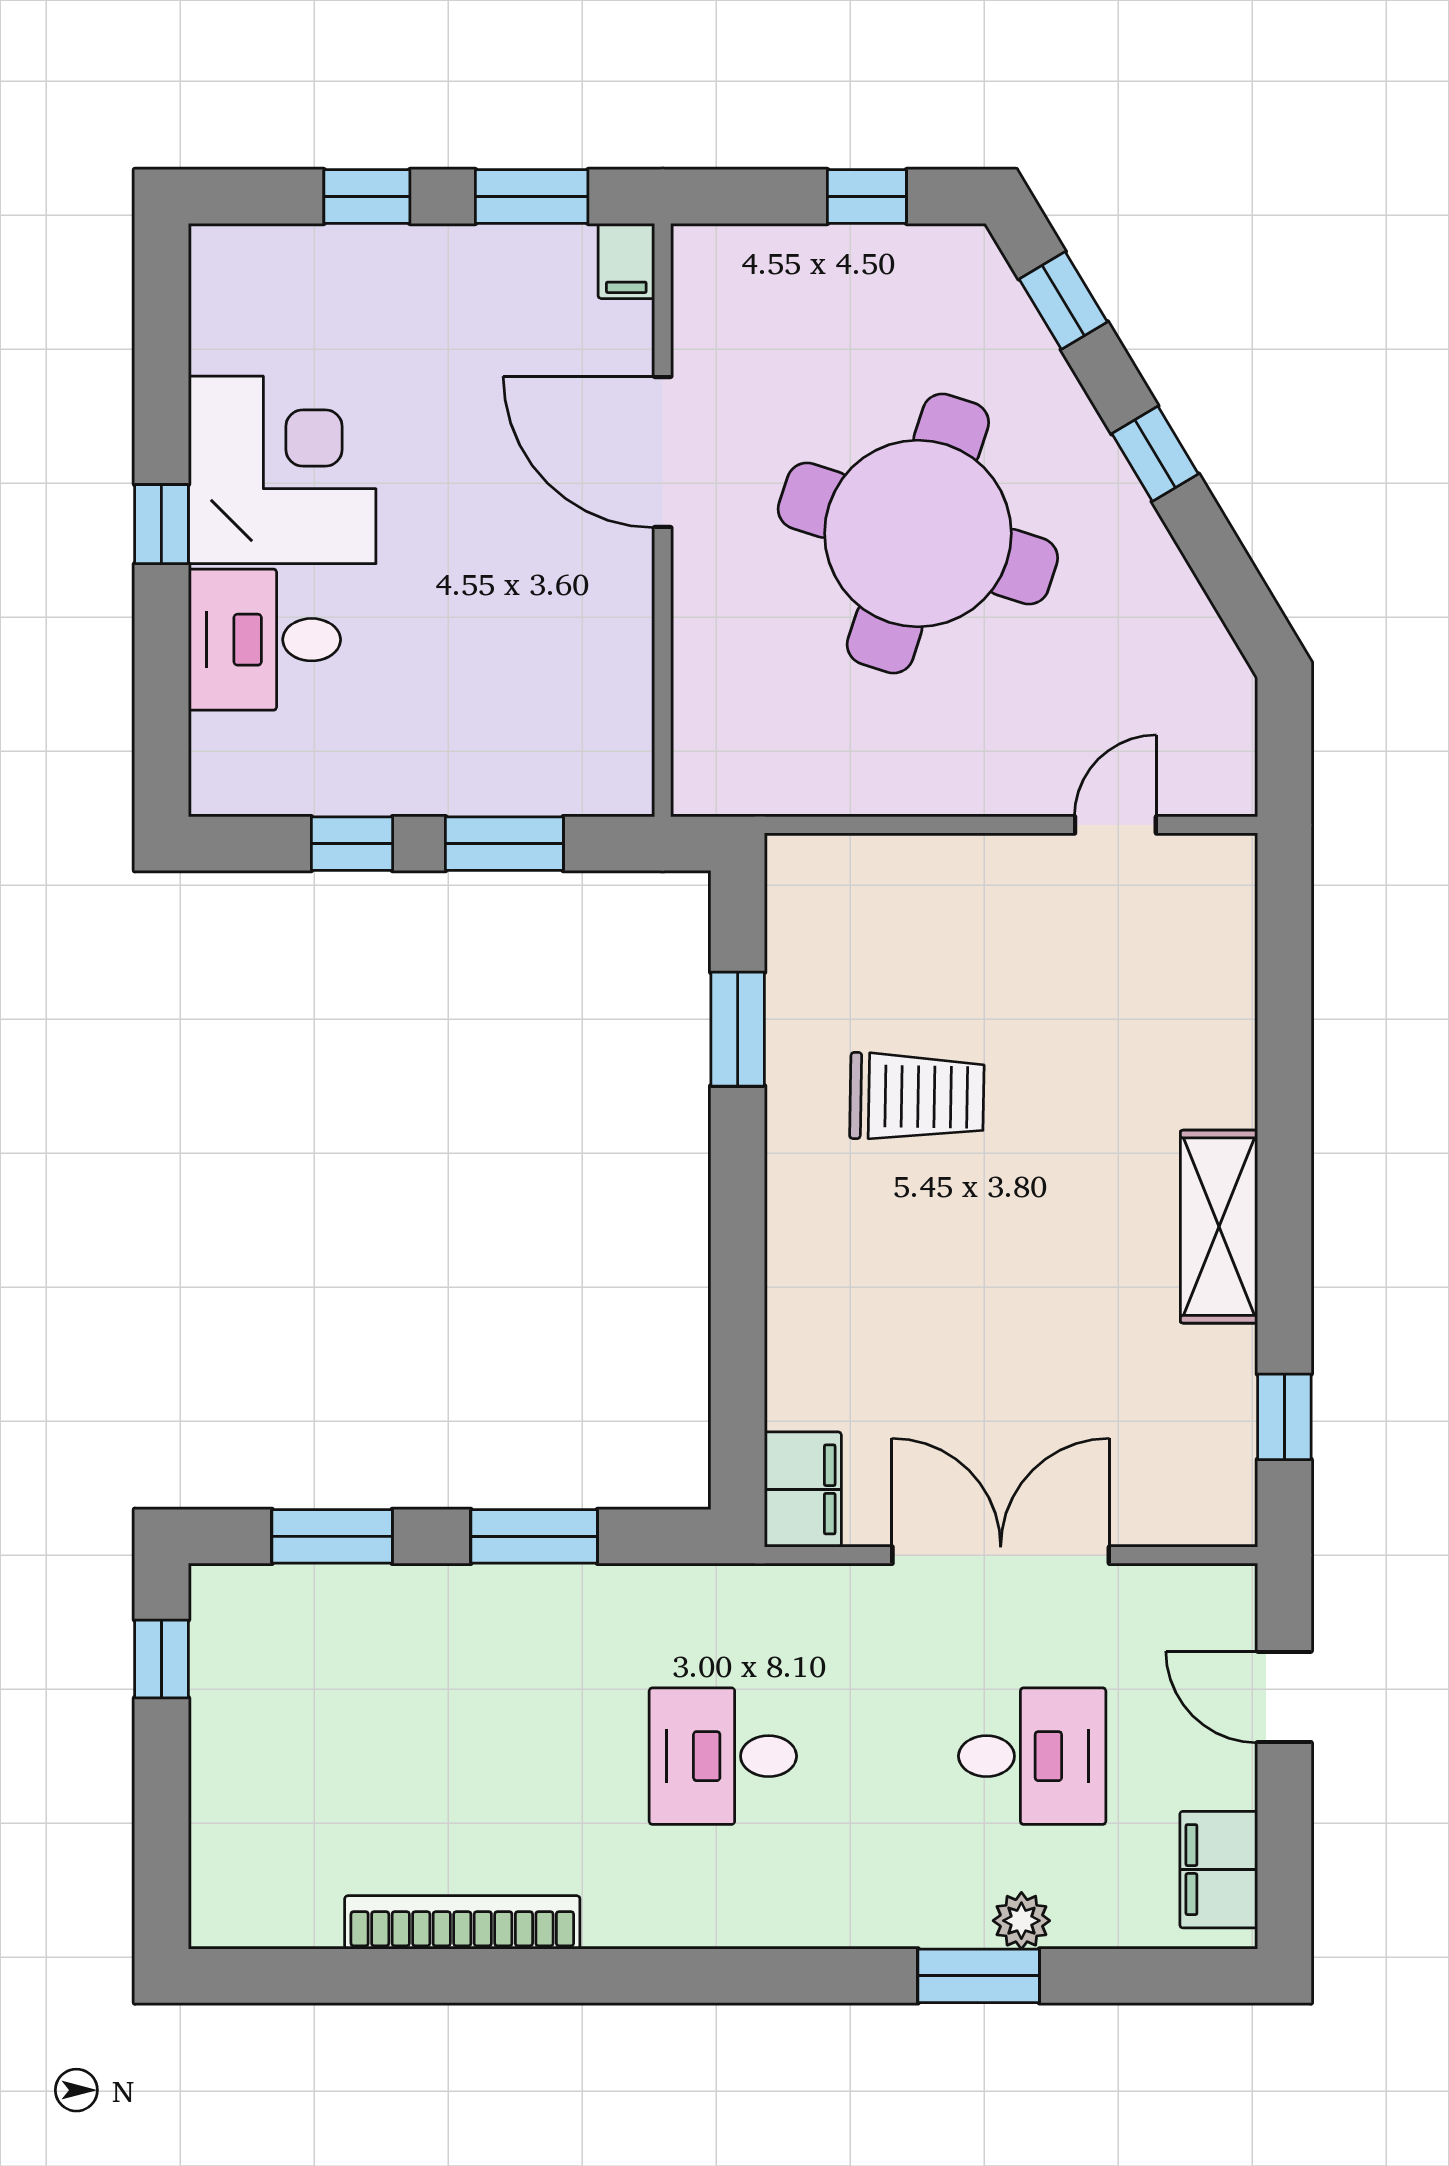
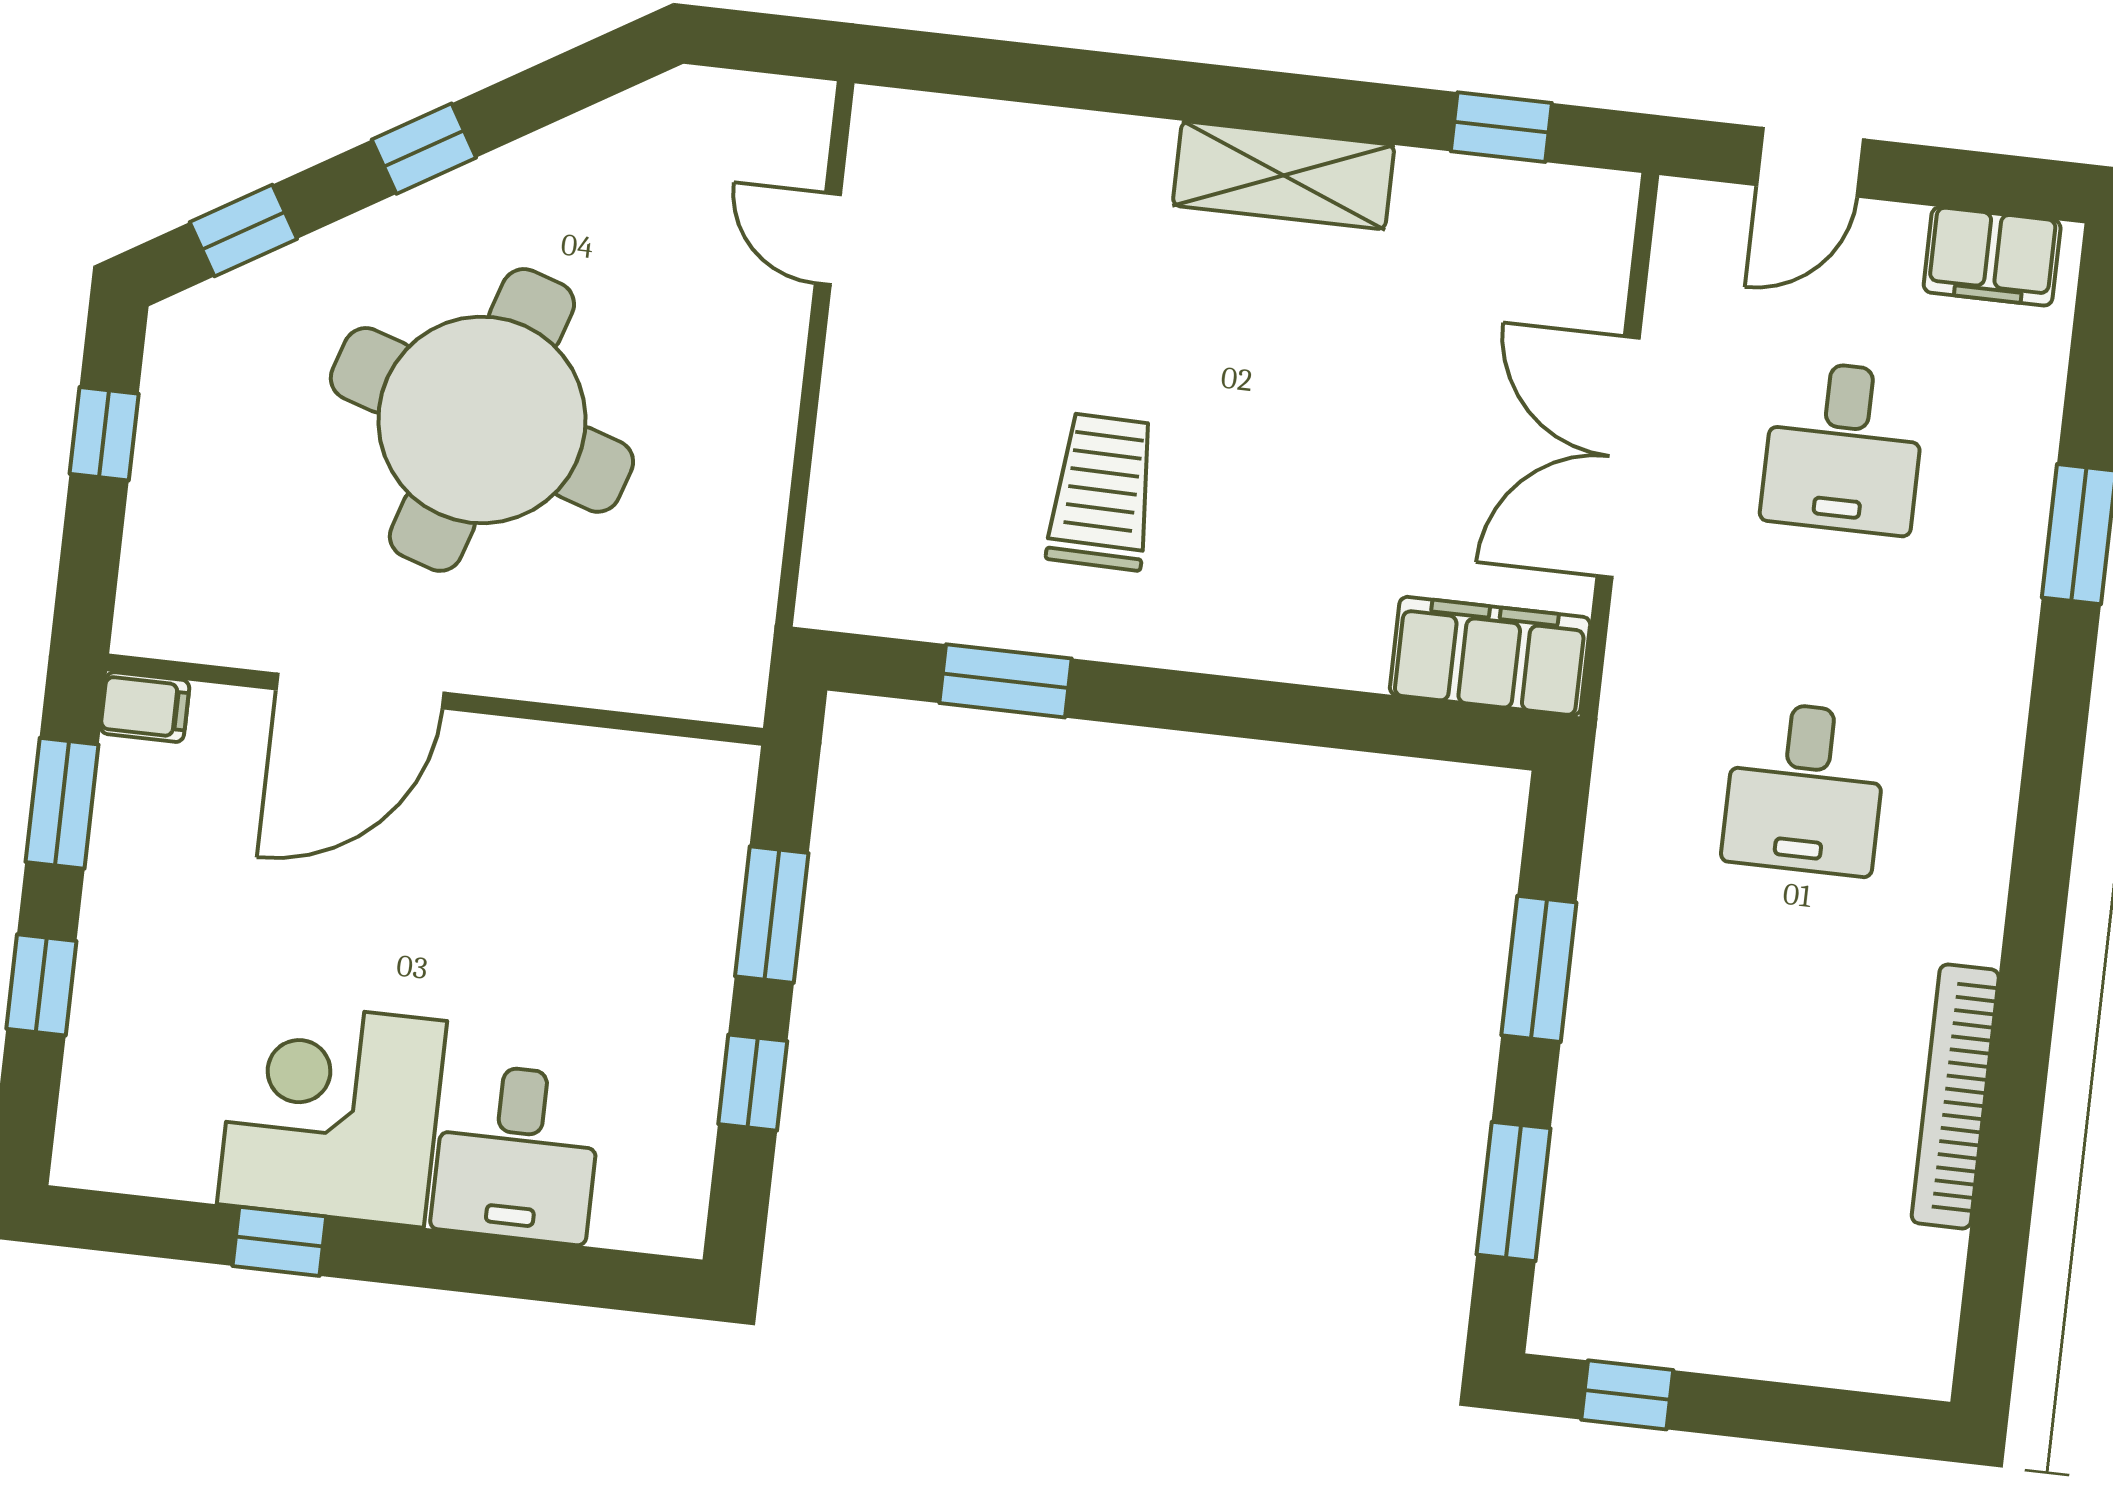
window: (161, 524) -> (279, 1241), moved
filing cabinet: (803, 1489) -> (1490, 656), width x1.50, depth x1.17
desk: (1032, 1756) -> (1844, 448), turned 180
plant: (1021, 1921) -> (2024, 480), removed

